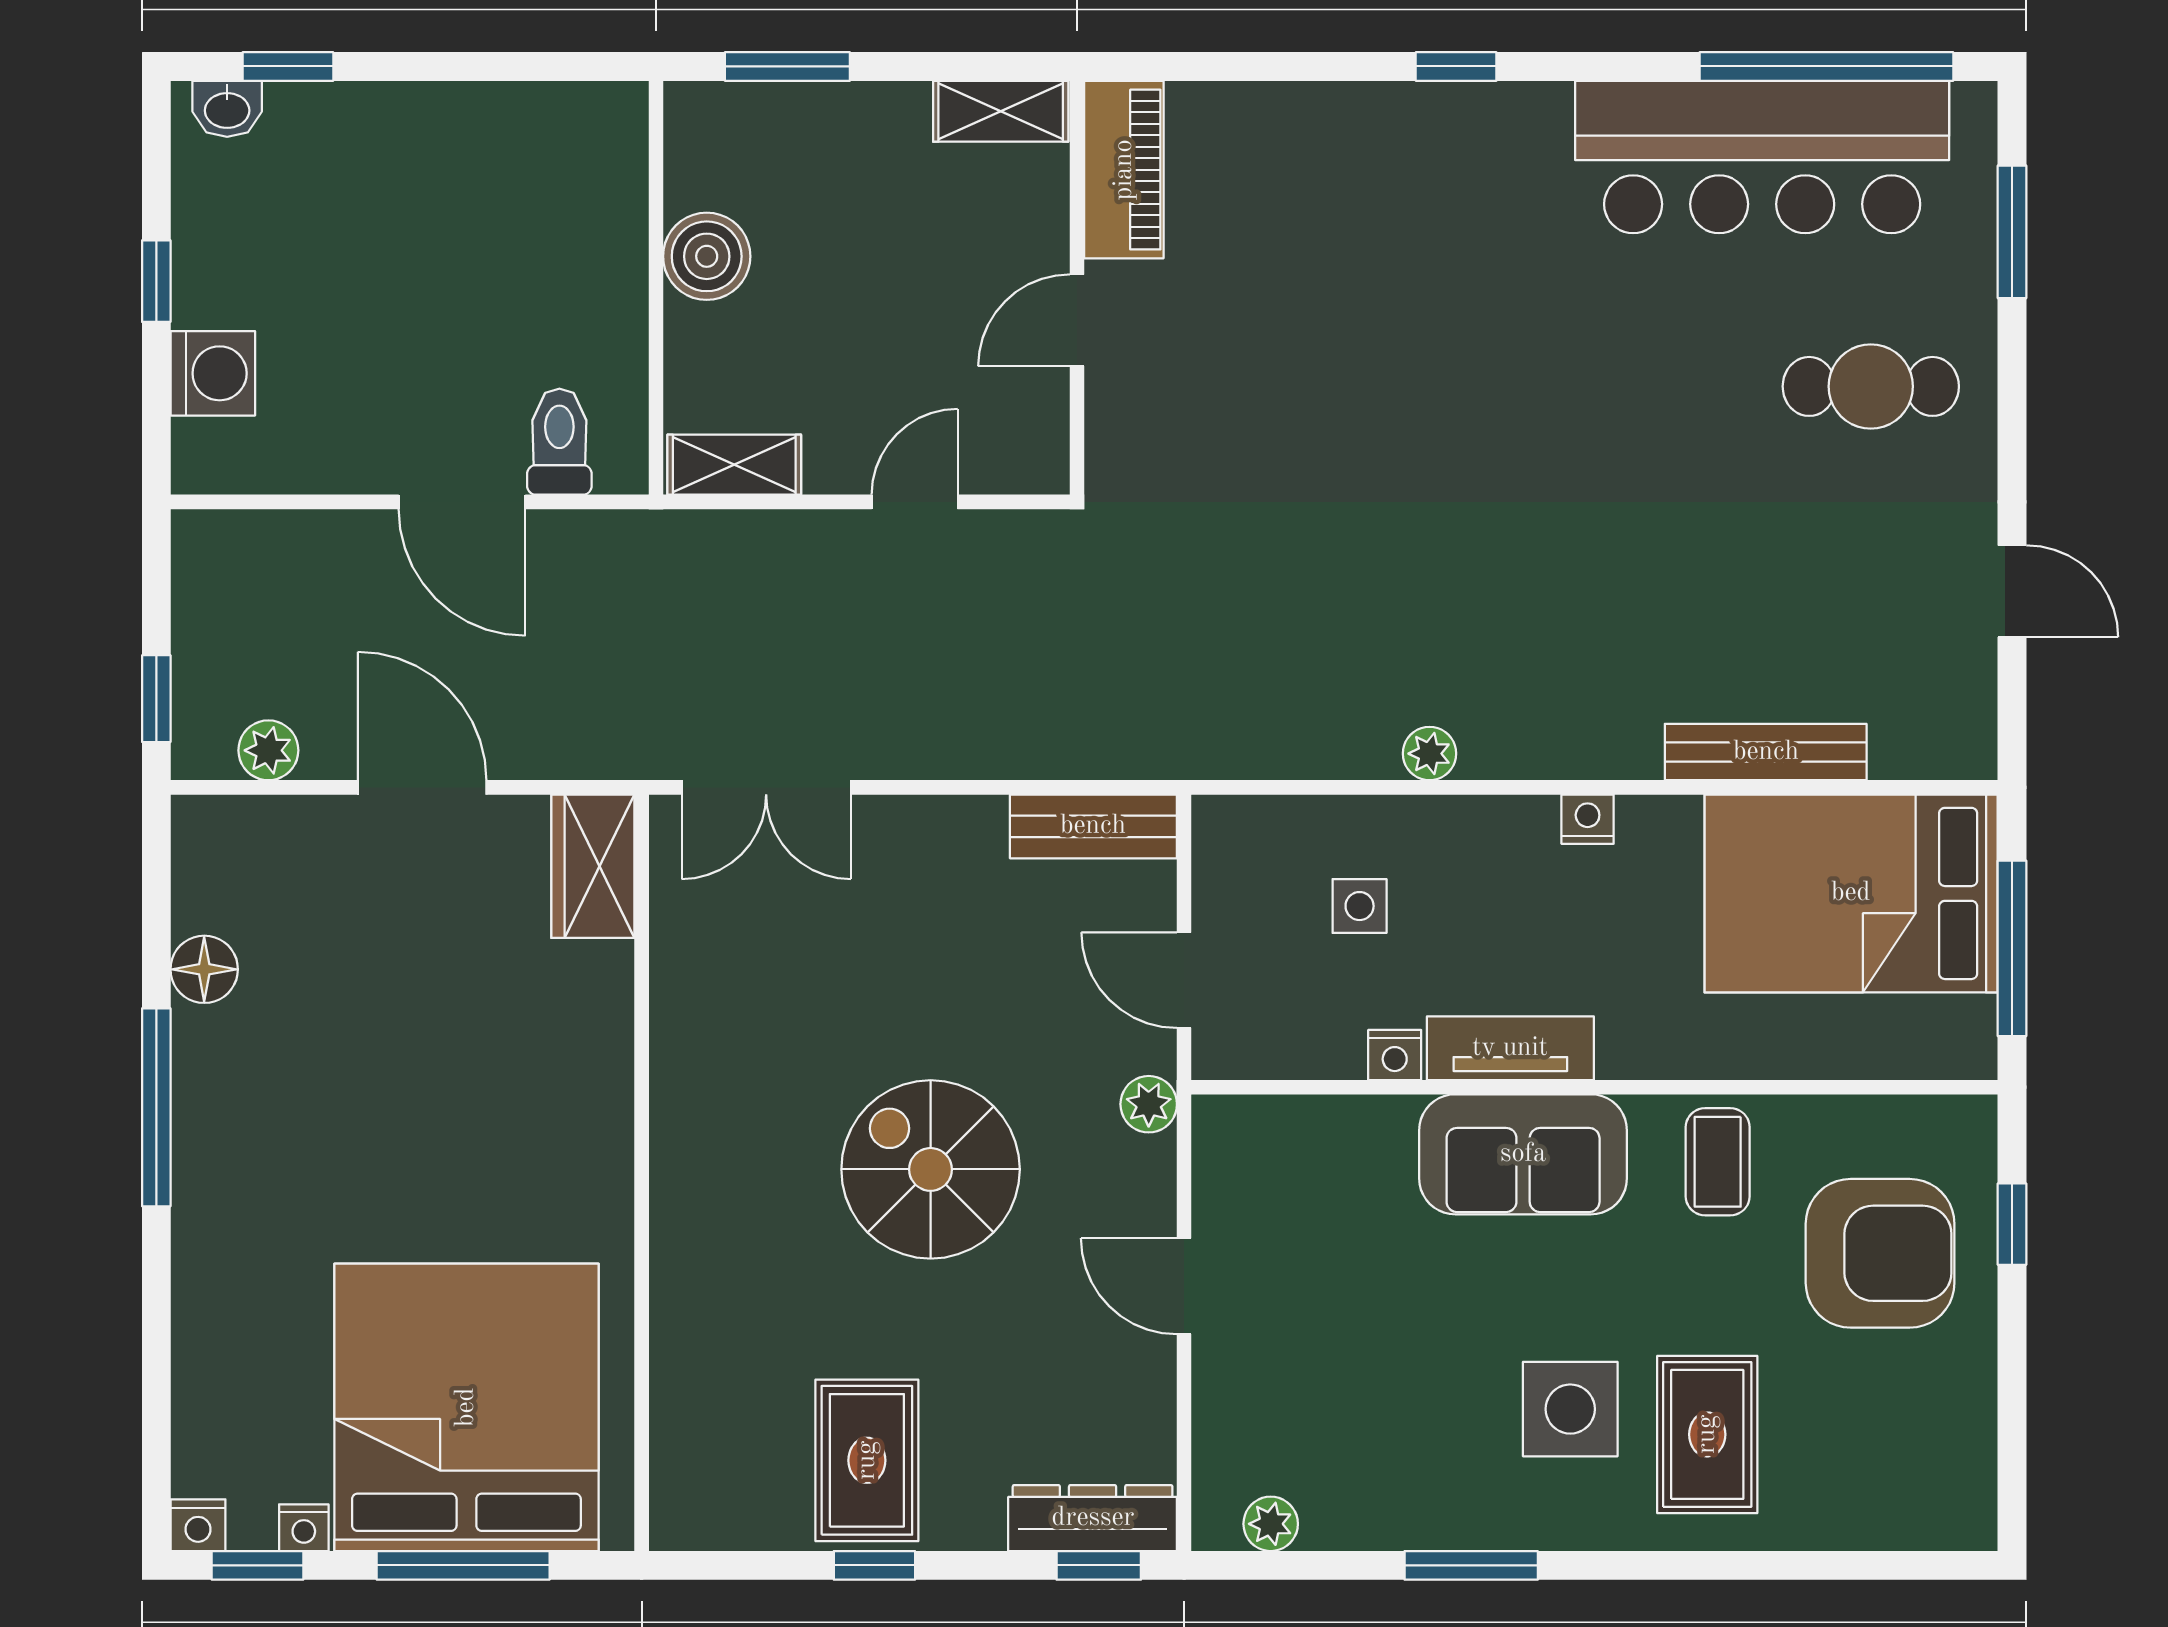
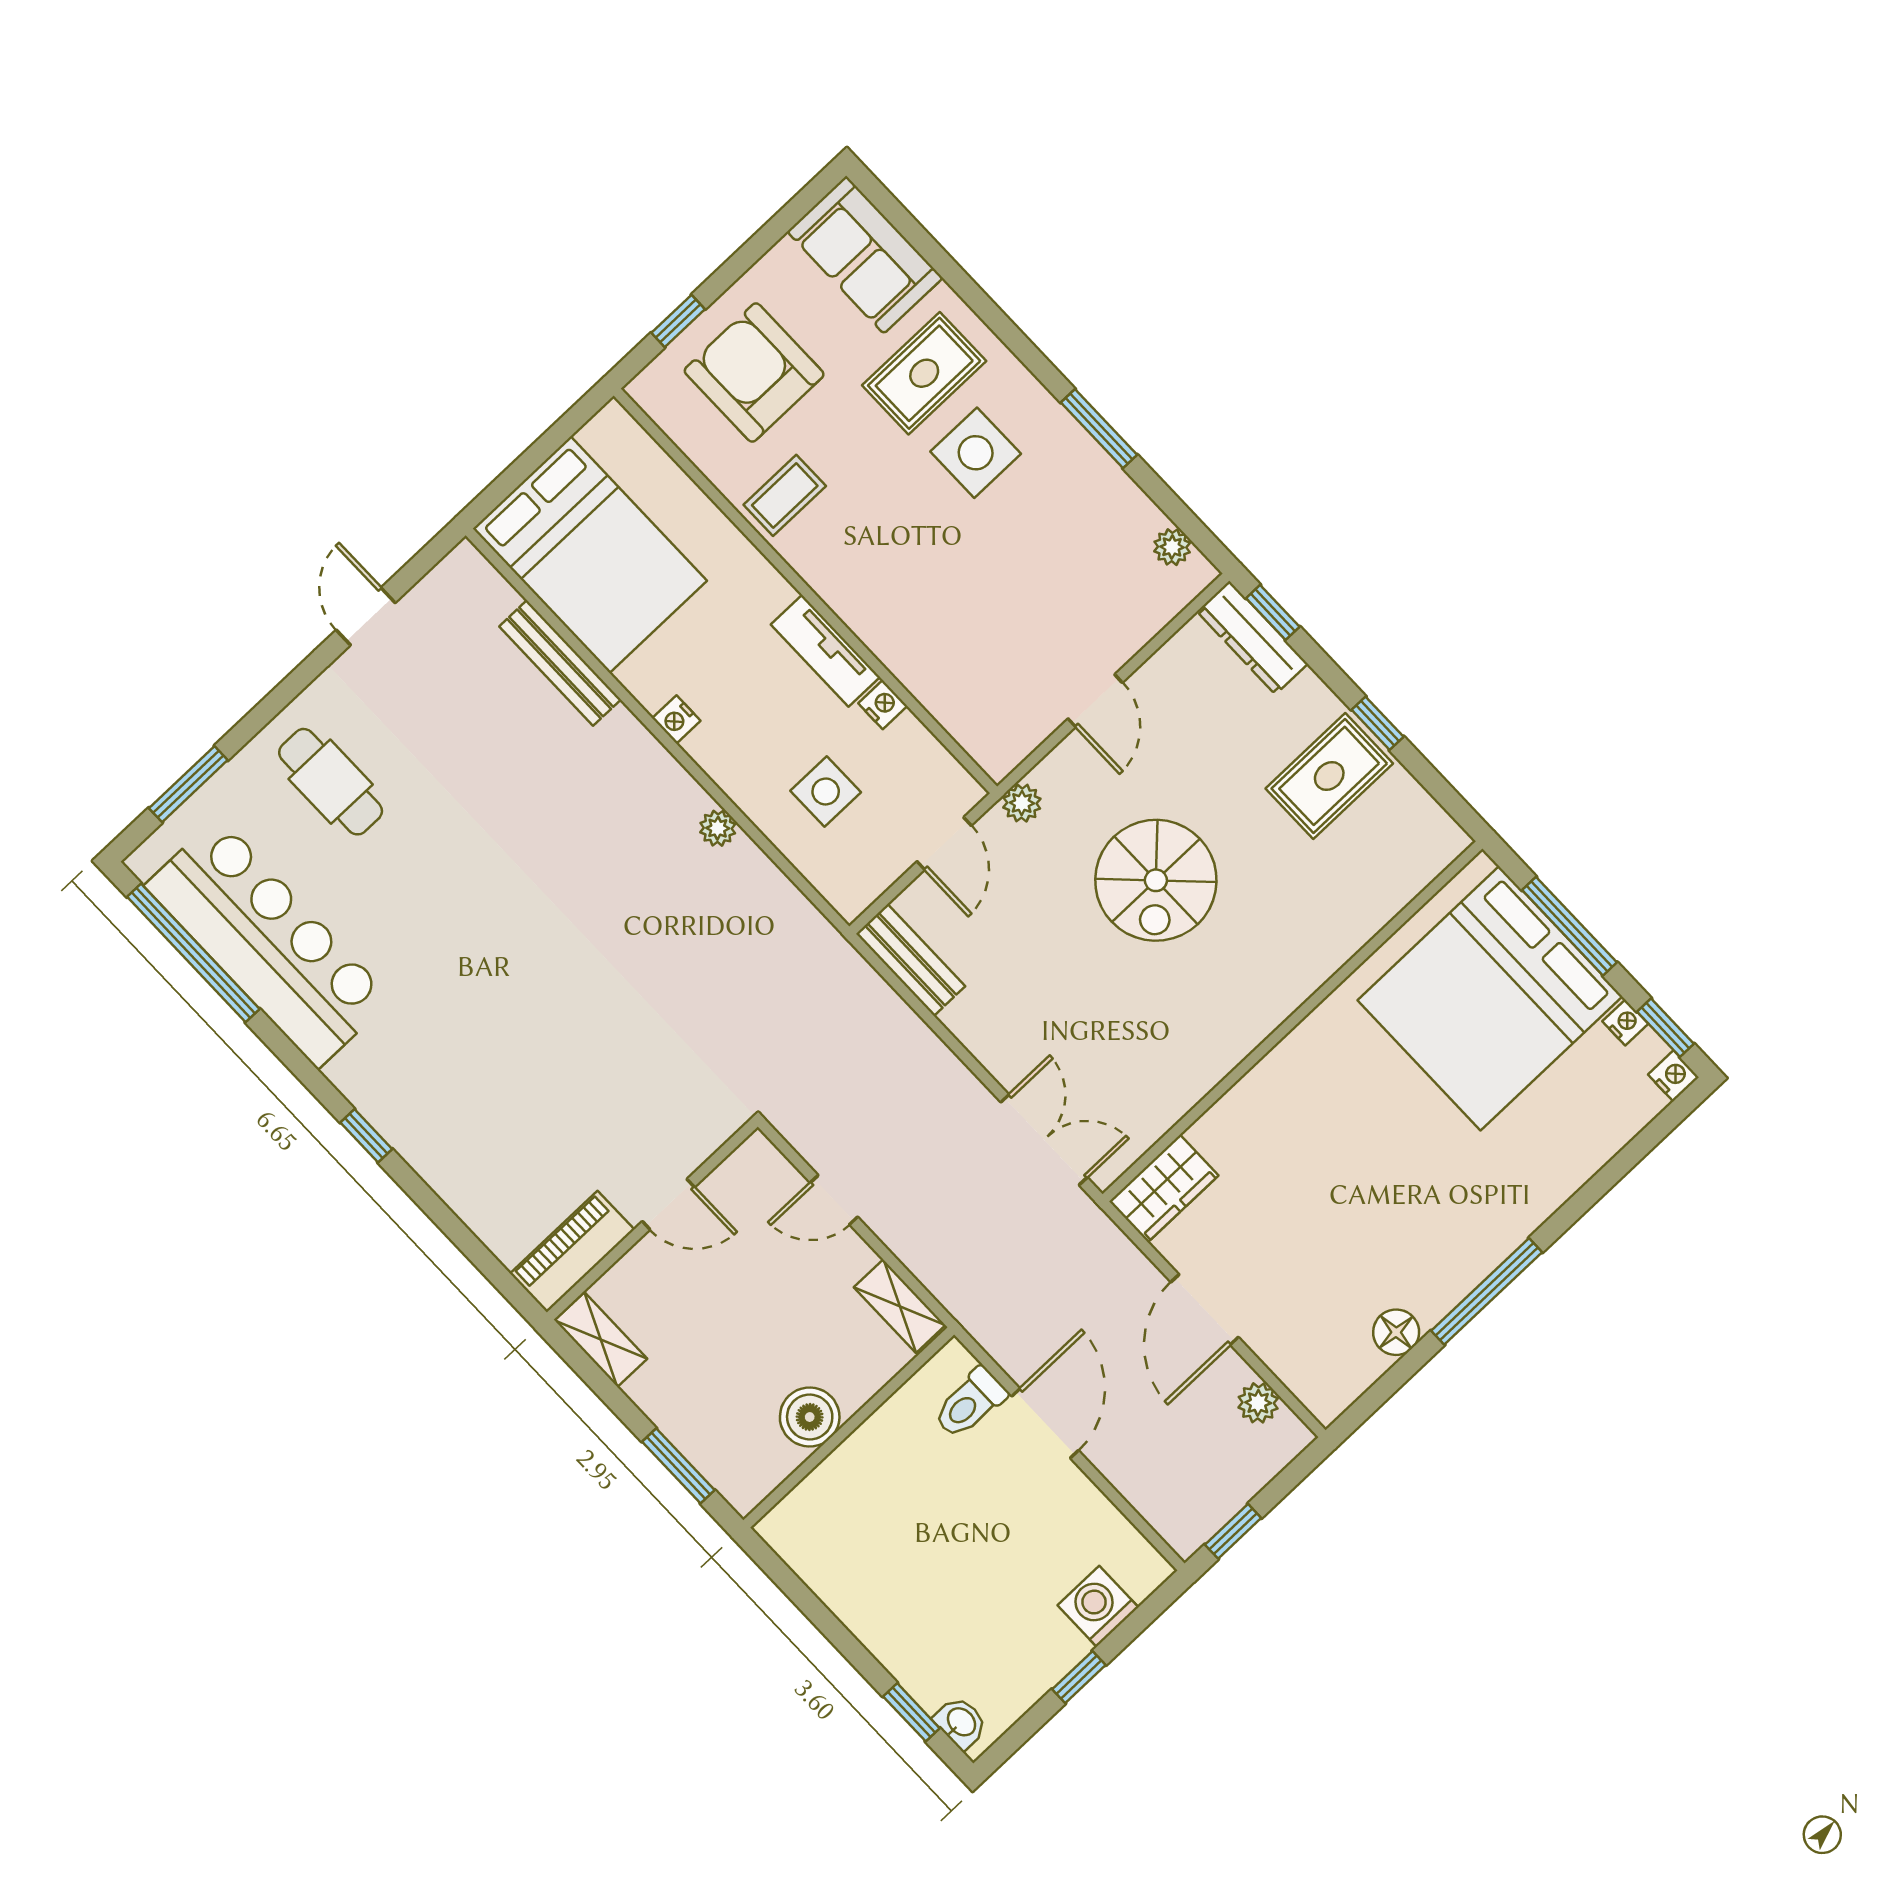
window: (156, 699) -> (1233, 1531), moved
side table: (1360, 906) -> (826, 791), width x1.37, depth x1.37
window: (2012, 948) -> (542, 450), removed
sofa: (1523, 1154) -> (865, 255), moved, turned 180

